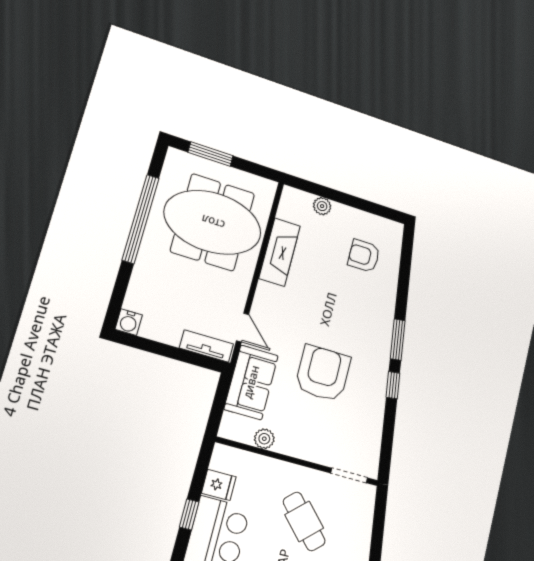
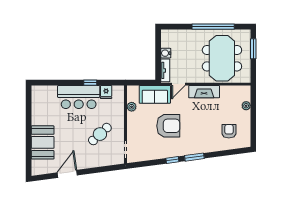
fireplace: (280, 252) -> (204, 92), moved
water cooler: (129, 322) -> (166, 53), moved

